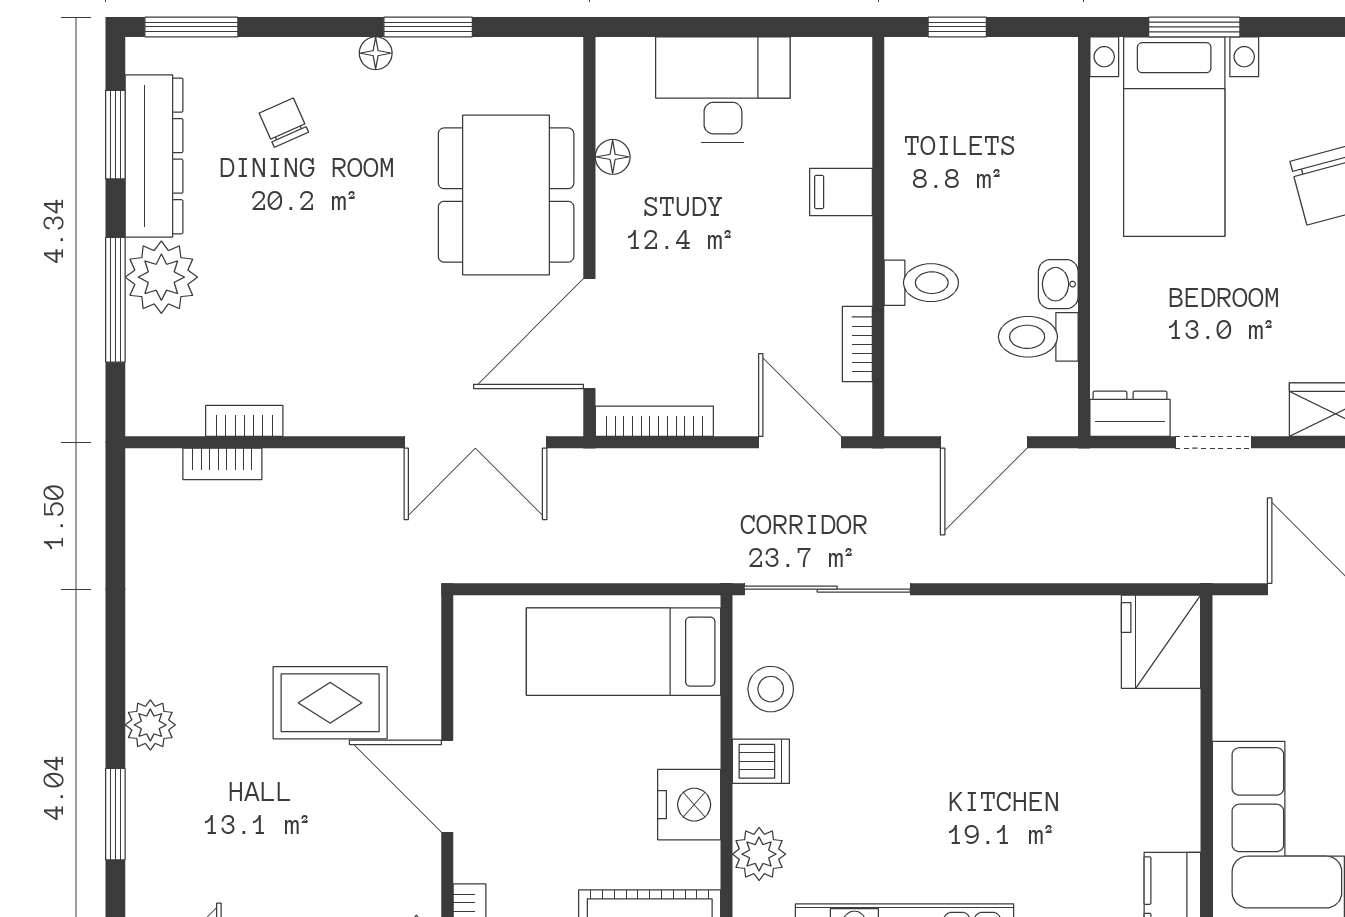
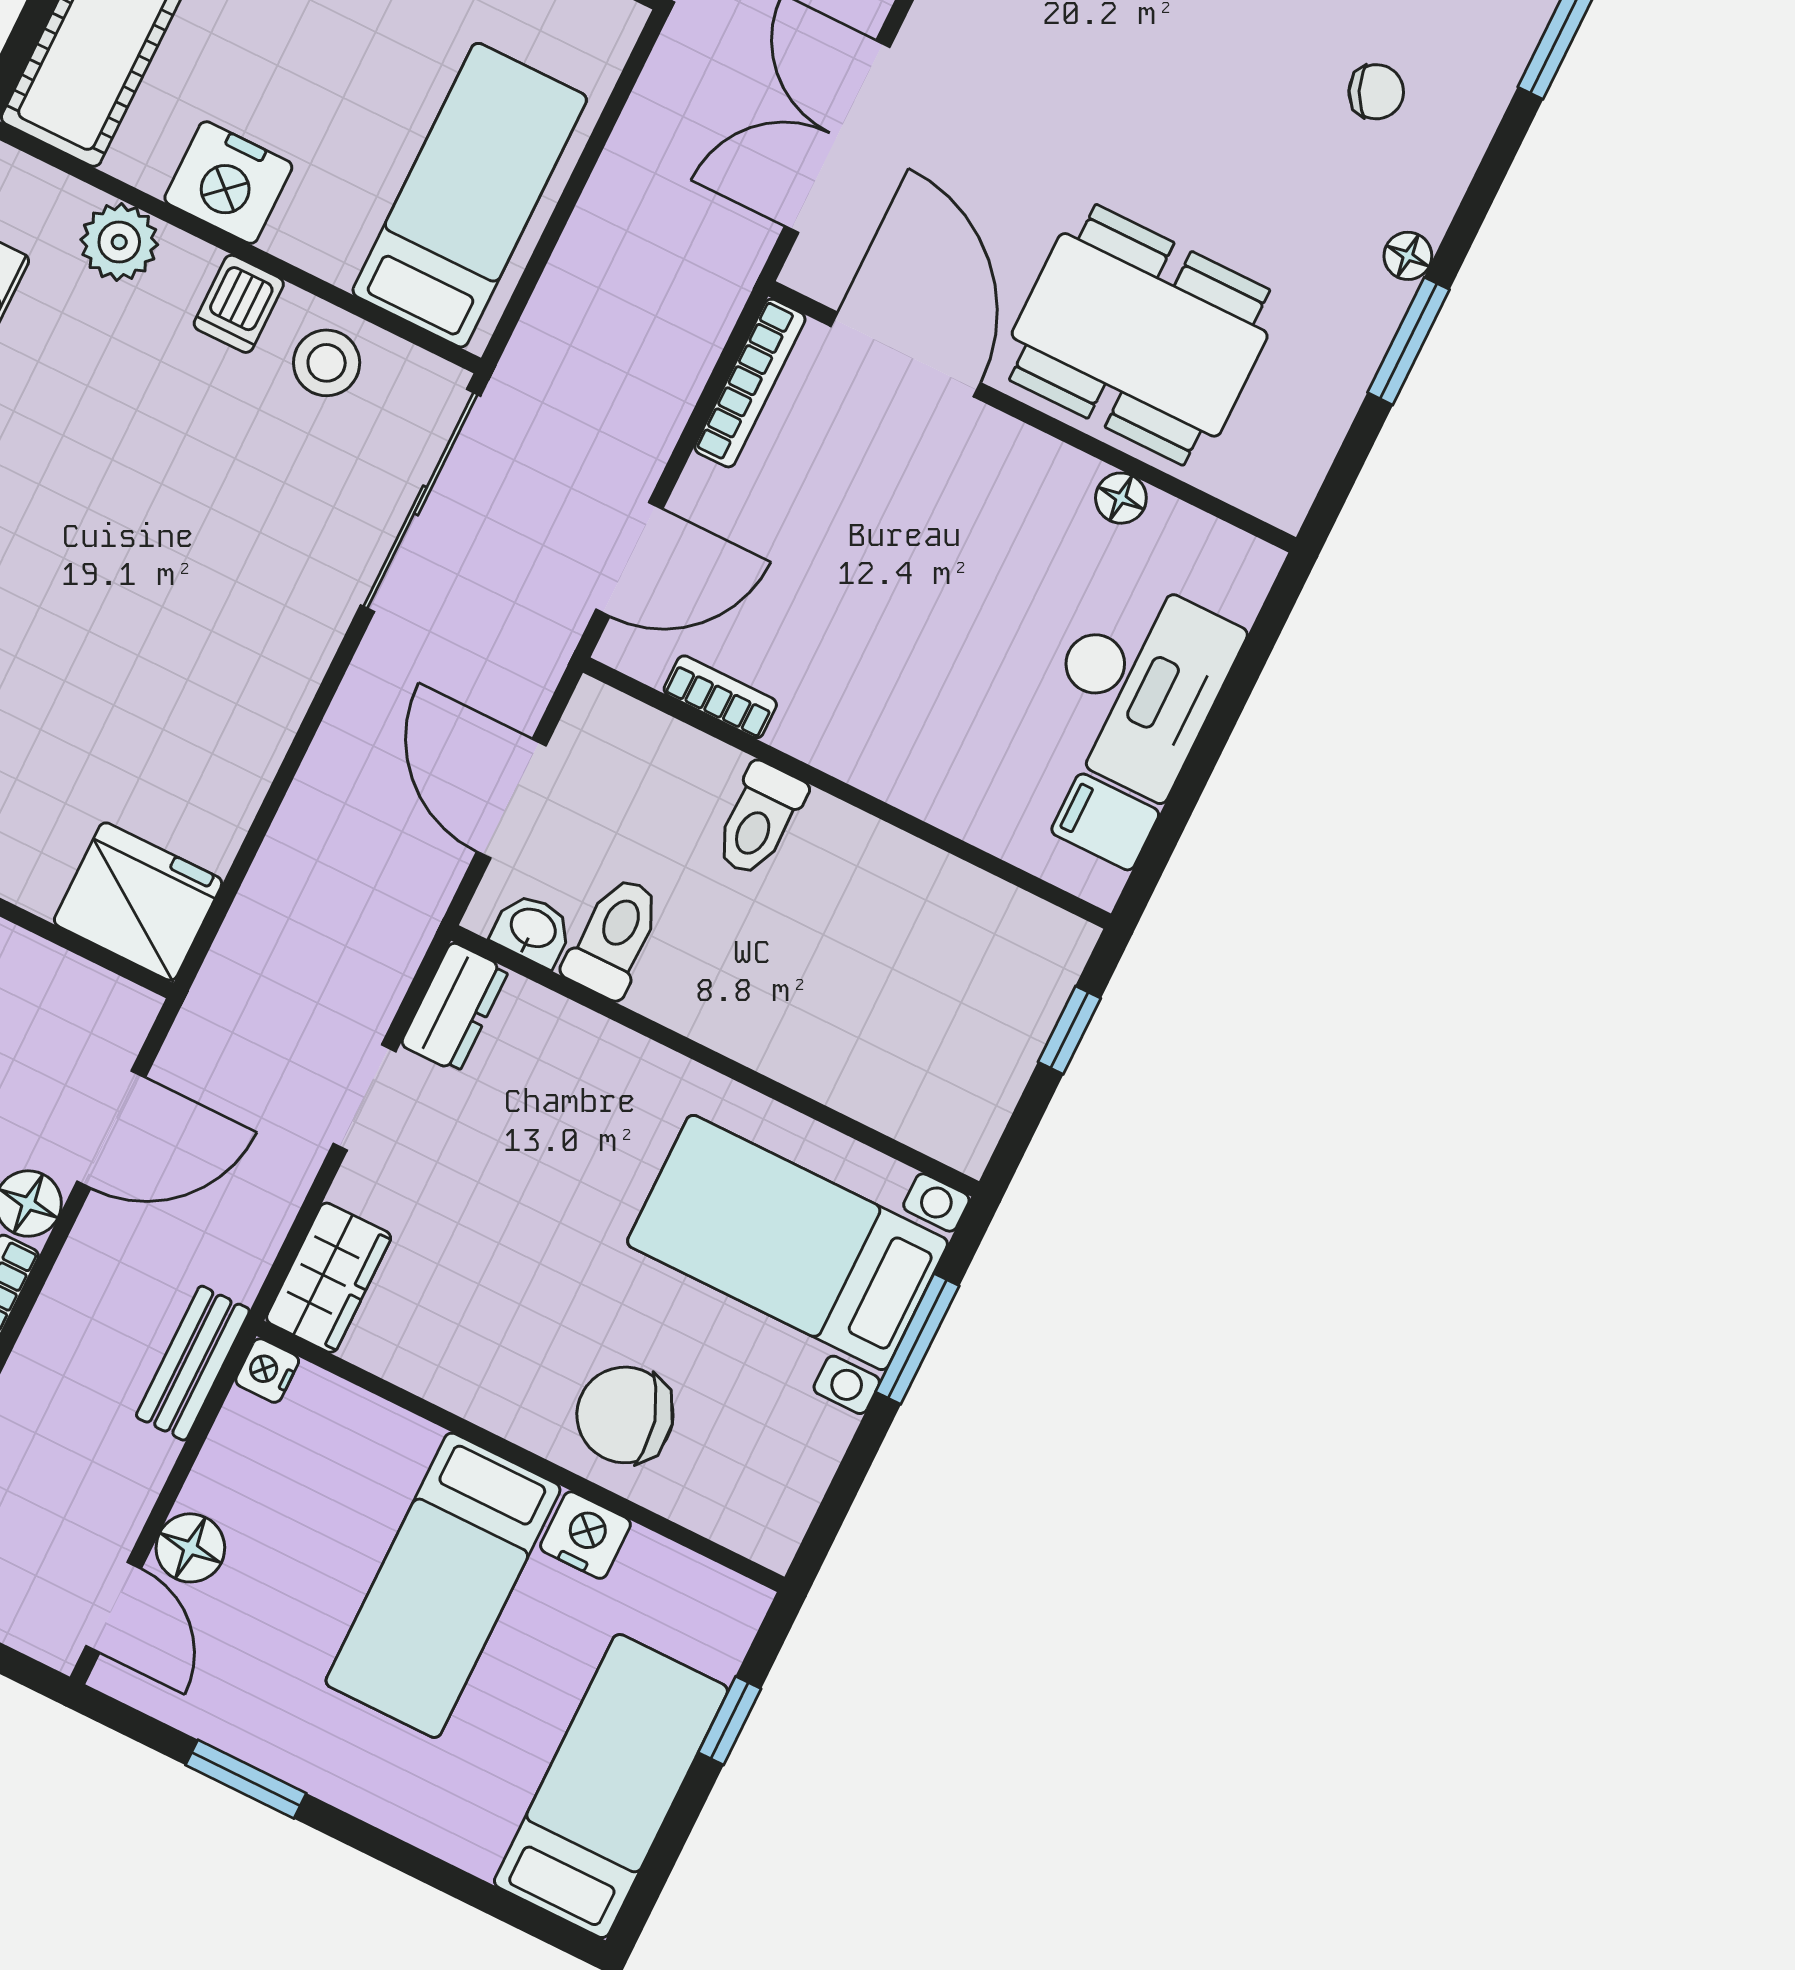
filing cabinet: (841, 192) -> (1105, 822), moved, turned -90
washbasin: (1058, 284) -> (532, 929), moved

